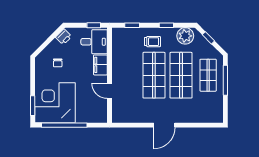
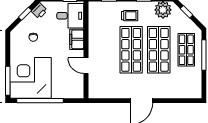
window: (50, 40) -> (25, 14), added
window: (33, 106) -> (8, 81), width x1.44

